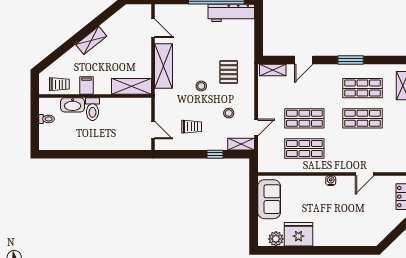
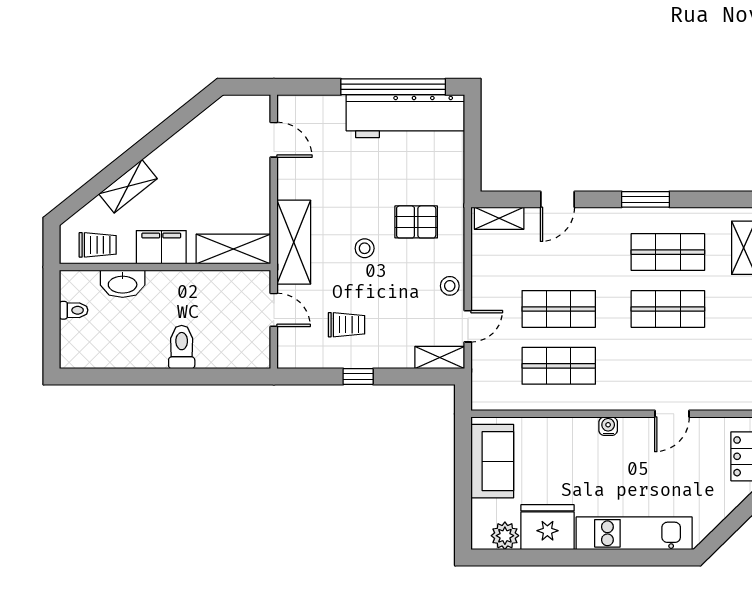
workbench: (231, 13) -> (405, 116), width x1.36, depth x1.32
shelving: (91, 40) -> (128, 186), moved
shelving: (164, 66) -> (294, 242), moved
pallet: (229, 72) -> (416, 222), turned 90
filing cabinet: (86, 85) -> (161, 247), width x2.00
toilet: (92, 109) -> (182, 347), moved, turned 180
stool: (229, 113) -> (450, 286), moved
door: (153, 130) -> (274, 310), moved
window: (215, 154) -> (358, 377), moved
kitchen unit: (345, 238) -> (634, 533), added

